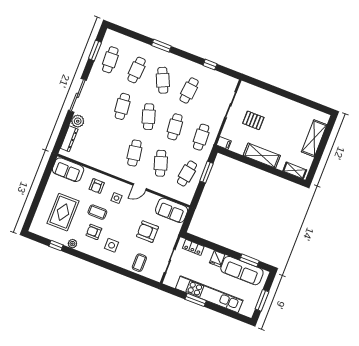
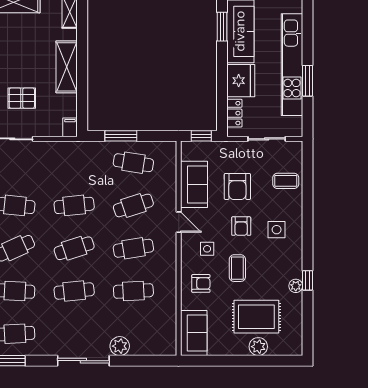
pallet: (253, 120) -> (22, 98), turned 90
cafe table: (201, 137) -> (133, 291), moved
dresser: (69, 139) -> (149, 348), removed
plant: (44, 206) -> (258, 347), added
sofa: (172, 210) -> (194, 184), moved
window: (187, 222) -> (201, 136), added
armchair: (94, 232) -> (241, 226), moved
window: (56, 246) -> (307, 280), moved
fridge: (217, 259) -> (241, 81), width x1.88, depth x1.34

